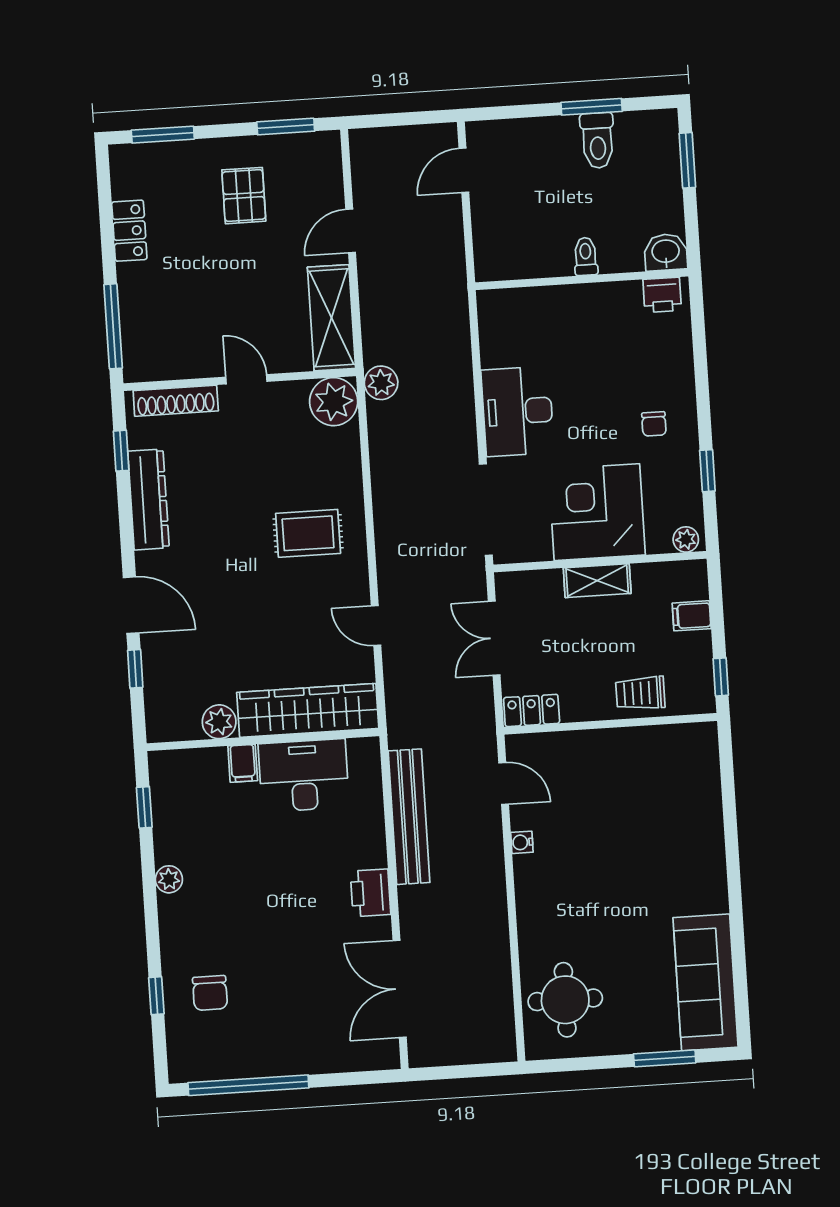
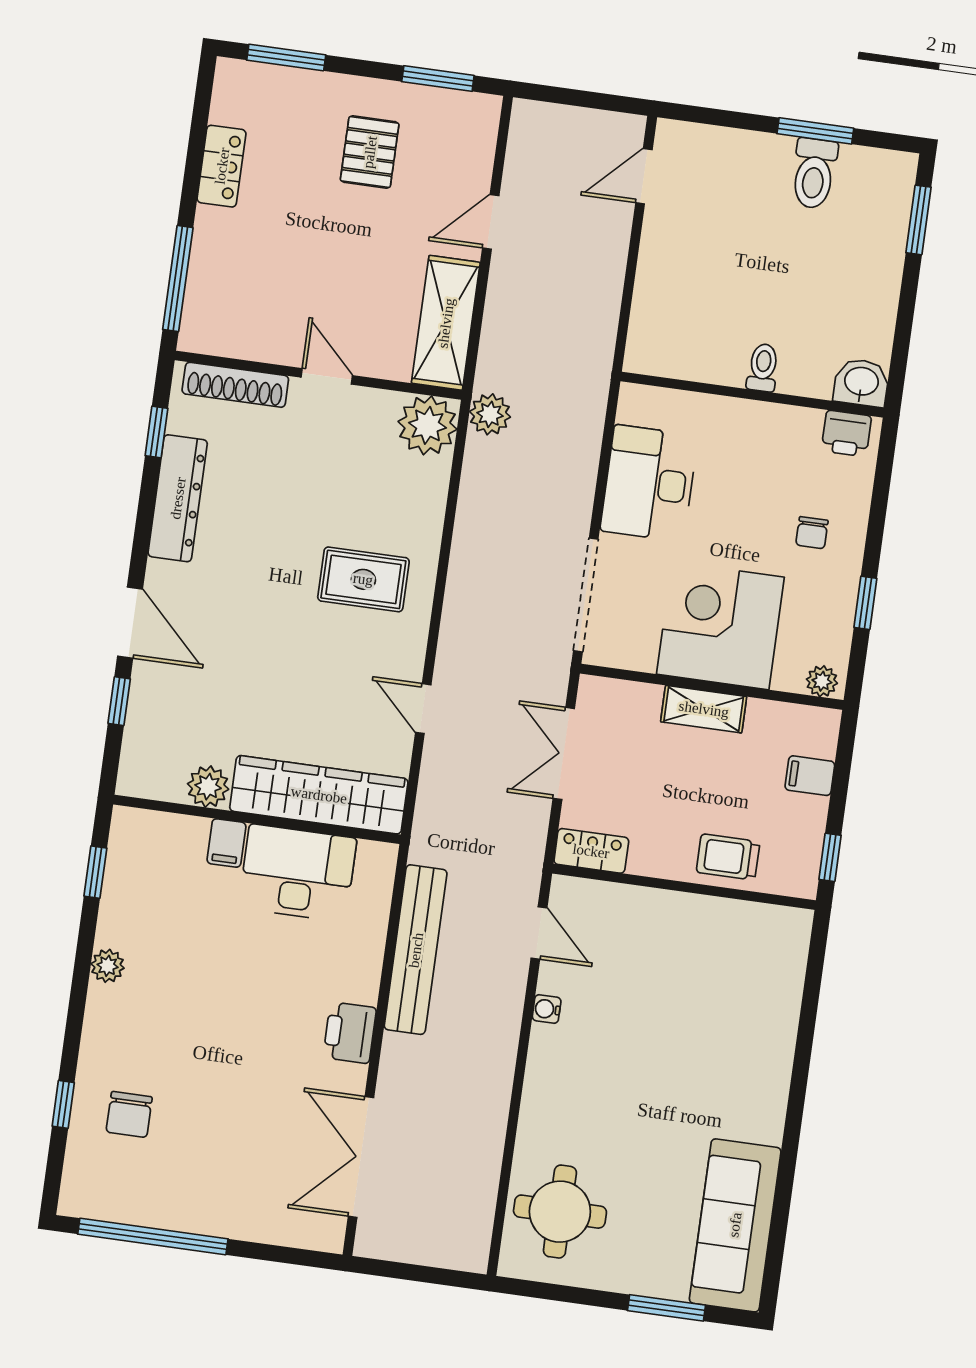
washbasin: (666, 252) -> (861, 382), moved
toilet: (586, 256) -> (763, 368), moved
wall: (582, 279) -> (752, 395), moved
printer: (662, 295) -> (846, 434), moved

